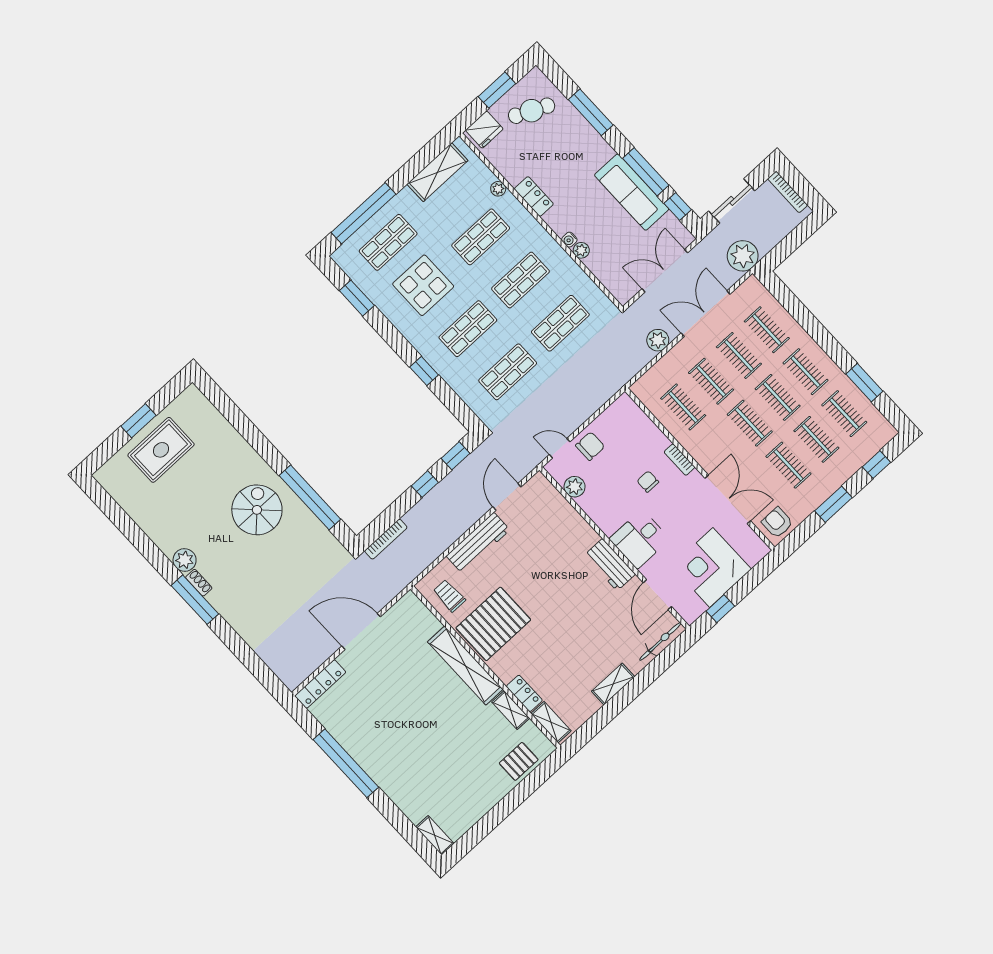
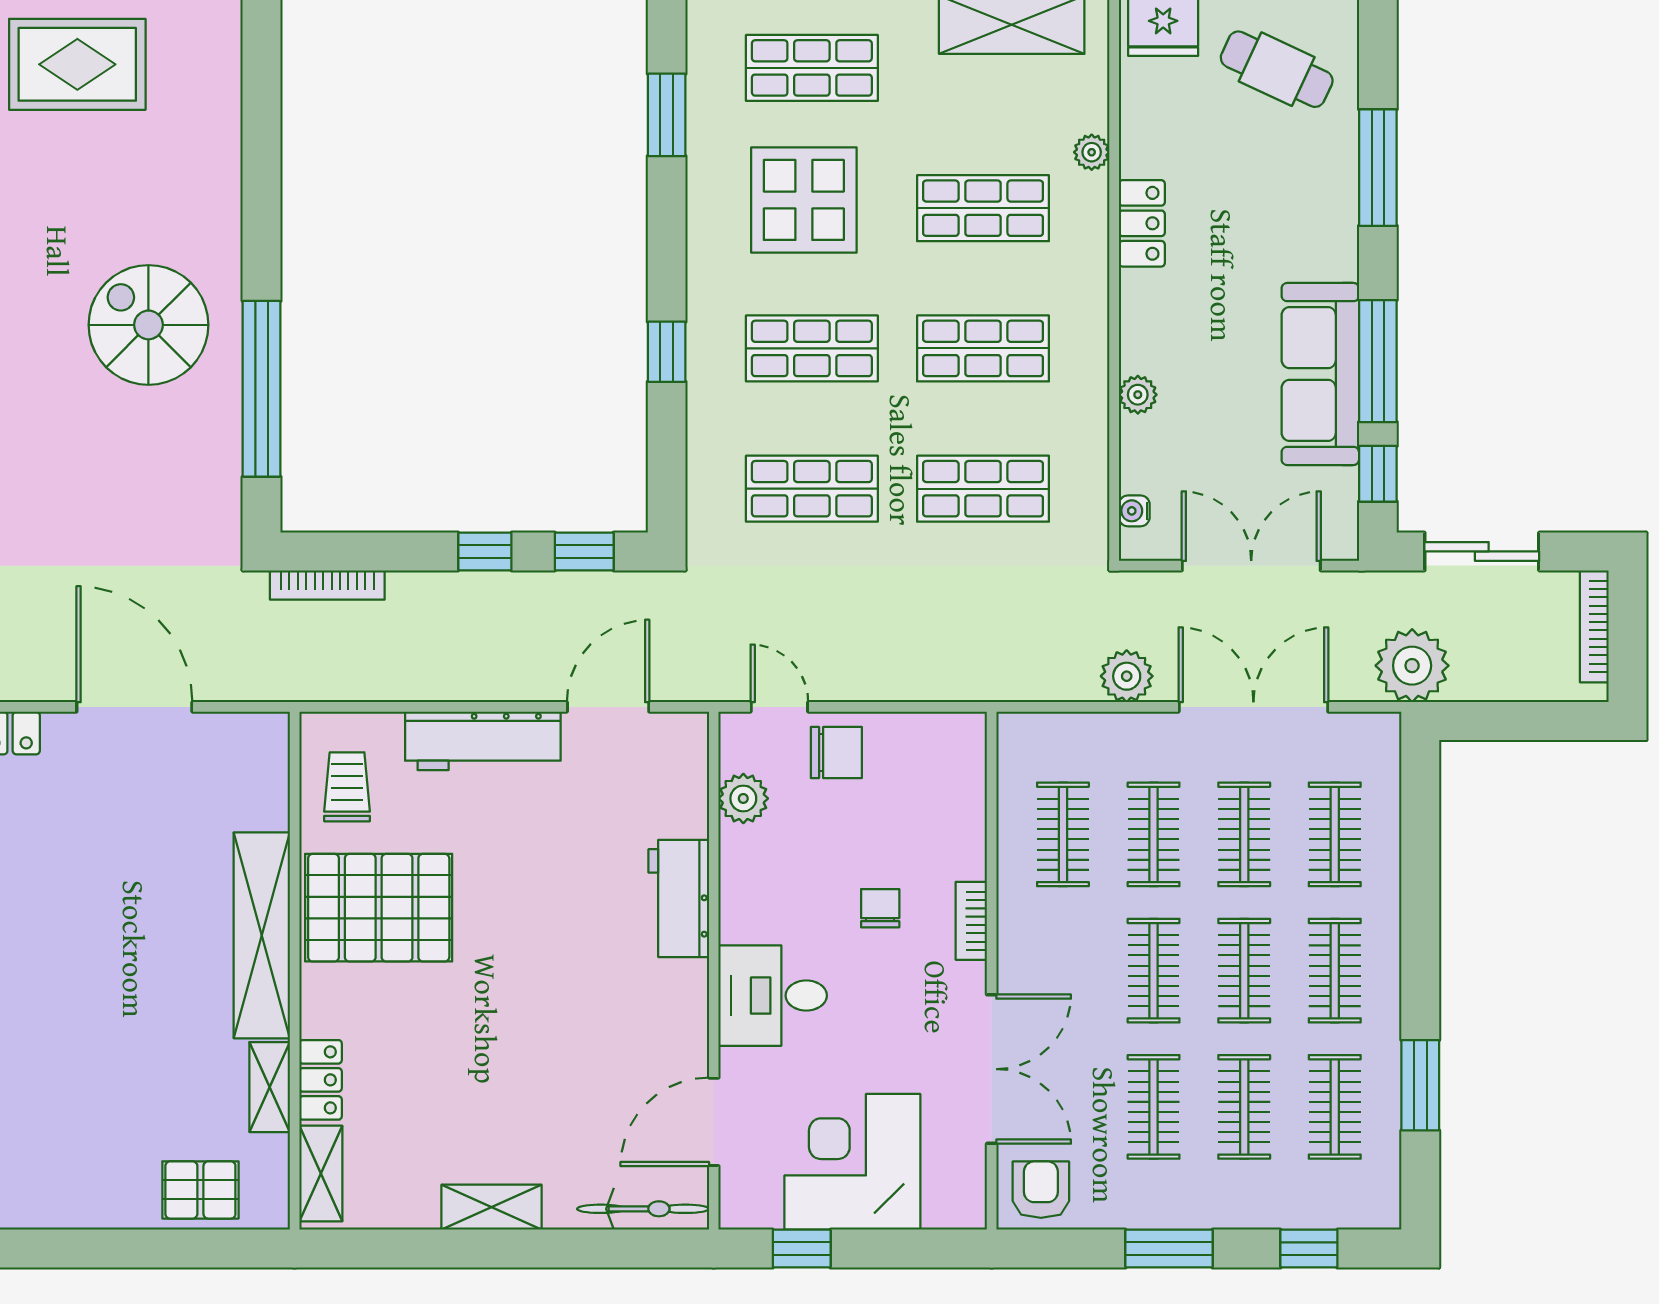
water cooler: (569, 240) -> (1134, 511), moved
spiral stairs: (257, 510) -> (148, 325), turned -90
workbench: (610, 565) -> (679, 898), moved

